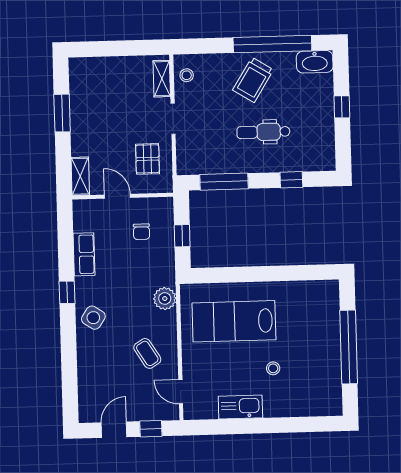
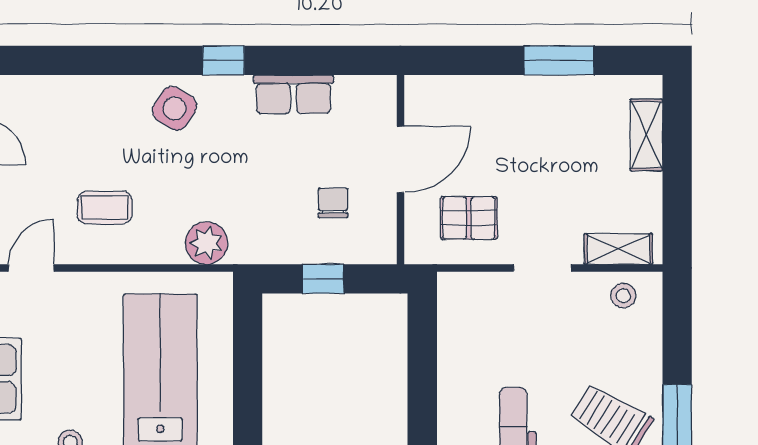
shelving: (80, 176) -> (646, 135), moved, turned 90
window: (224, 182) -> (422, 360), removed
door: (117, 196) -> (400, 160), width x1.38
chair: (141, 232) -> (333, 203), turned 90
coffee table: (147, 353) -> (105, 207), turned 32

